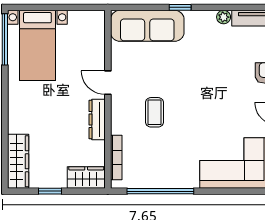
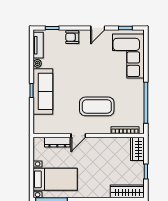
sofa: (147, 26) -> (43, 91), moved
coffee table: (154, 112) -> (97, 106), width x1.86, depth x1.72
dresser: (97, 120) -> (57, 142), moved

